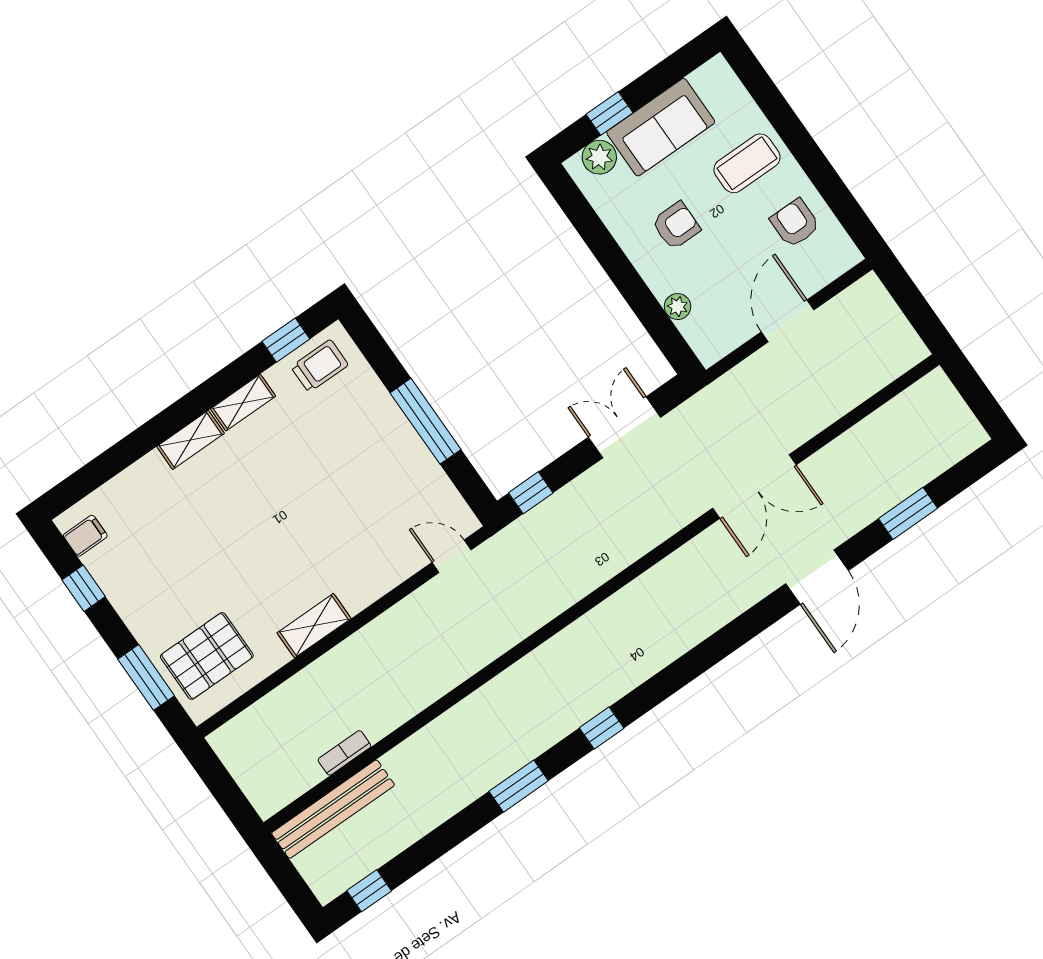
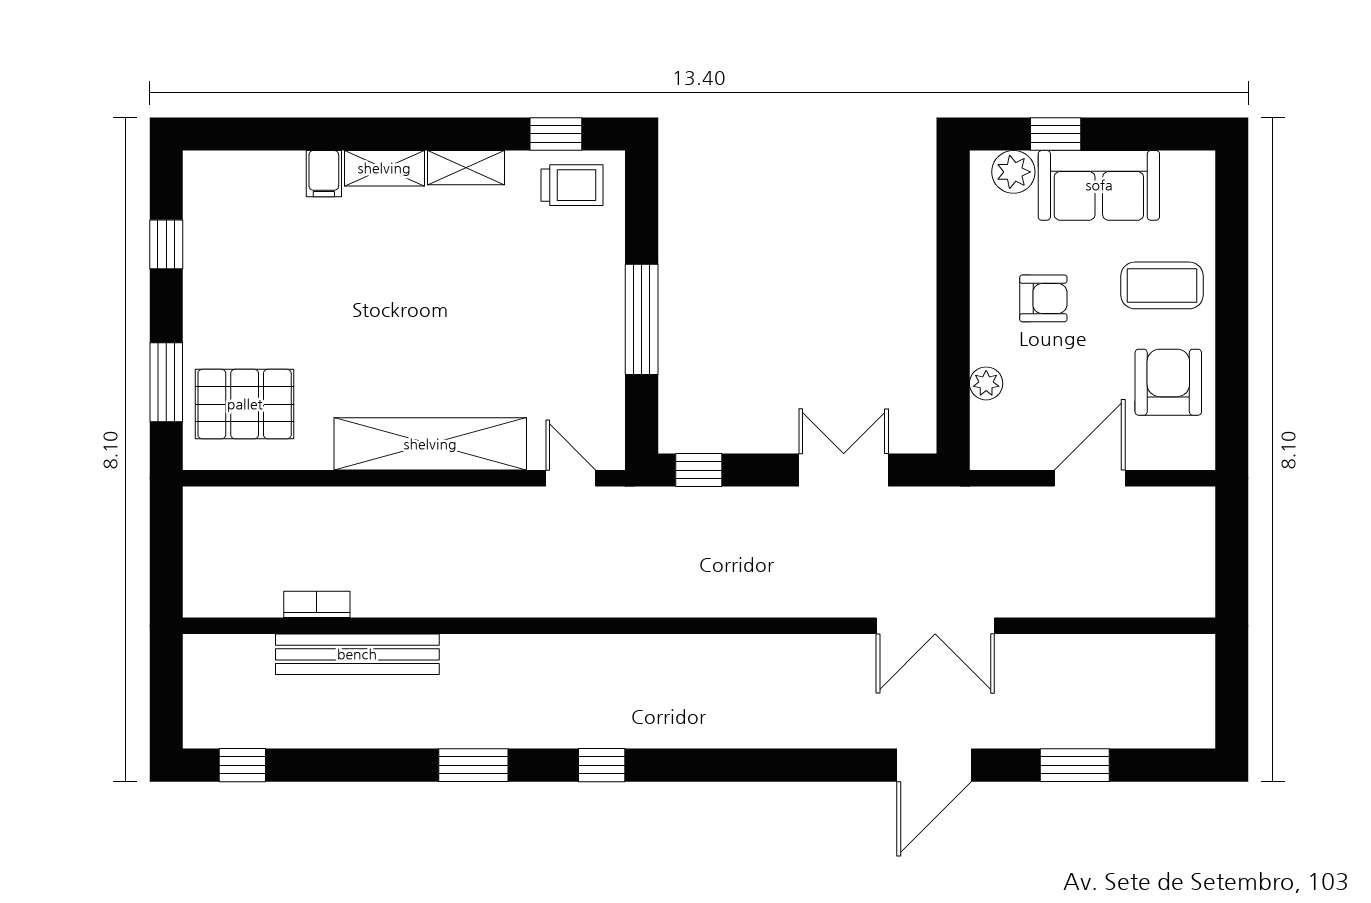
armchair: (795, 223) -> (1168, 382), width x1.38, depth x1.38
filing cabinet: (85, 536) -> (324, 174), moved, turned 90
shelving: (314, 626) -> (430, 444), width x2.20, depth x1.33
bench: (333, 809) -> (357, 654), moved

